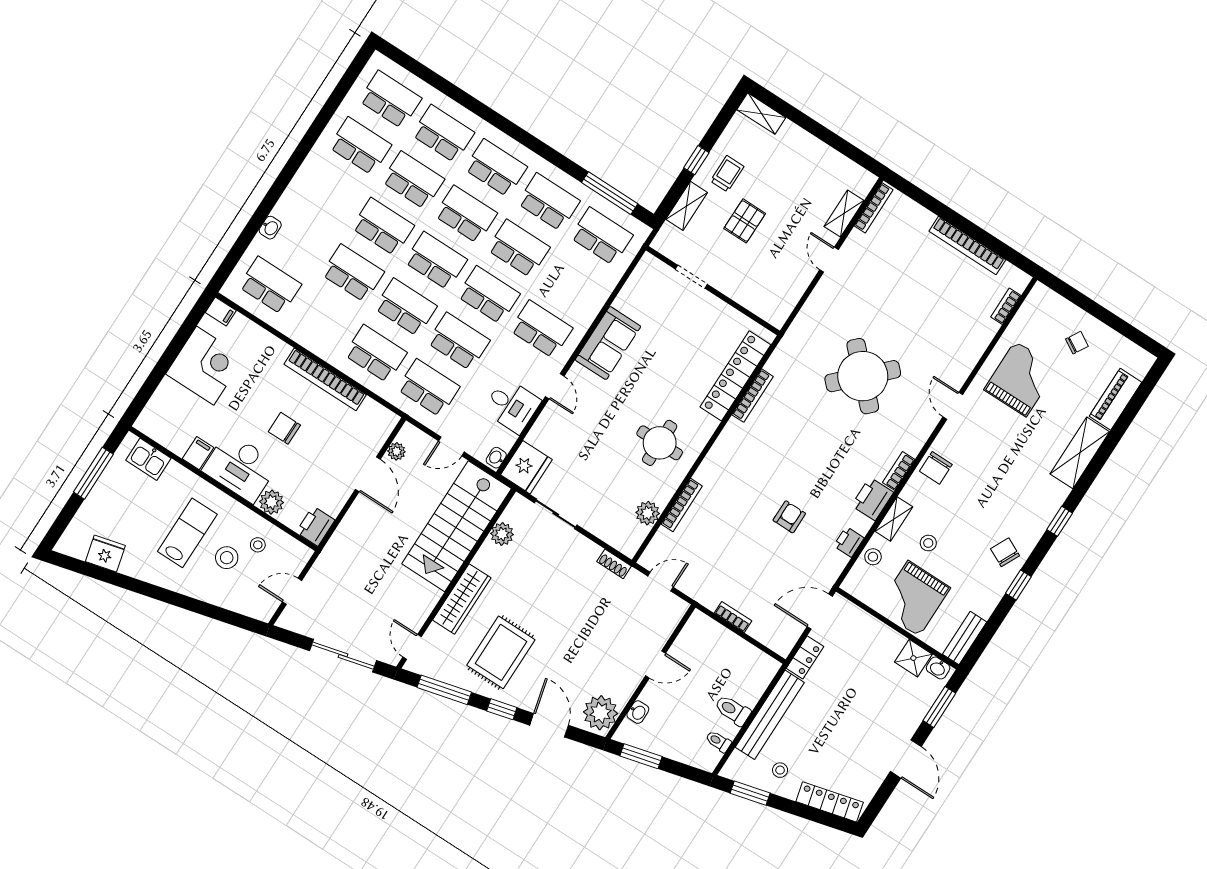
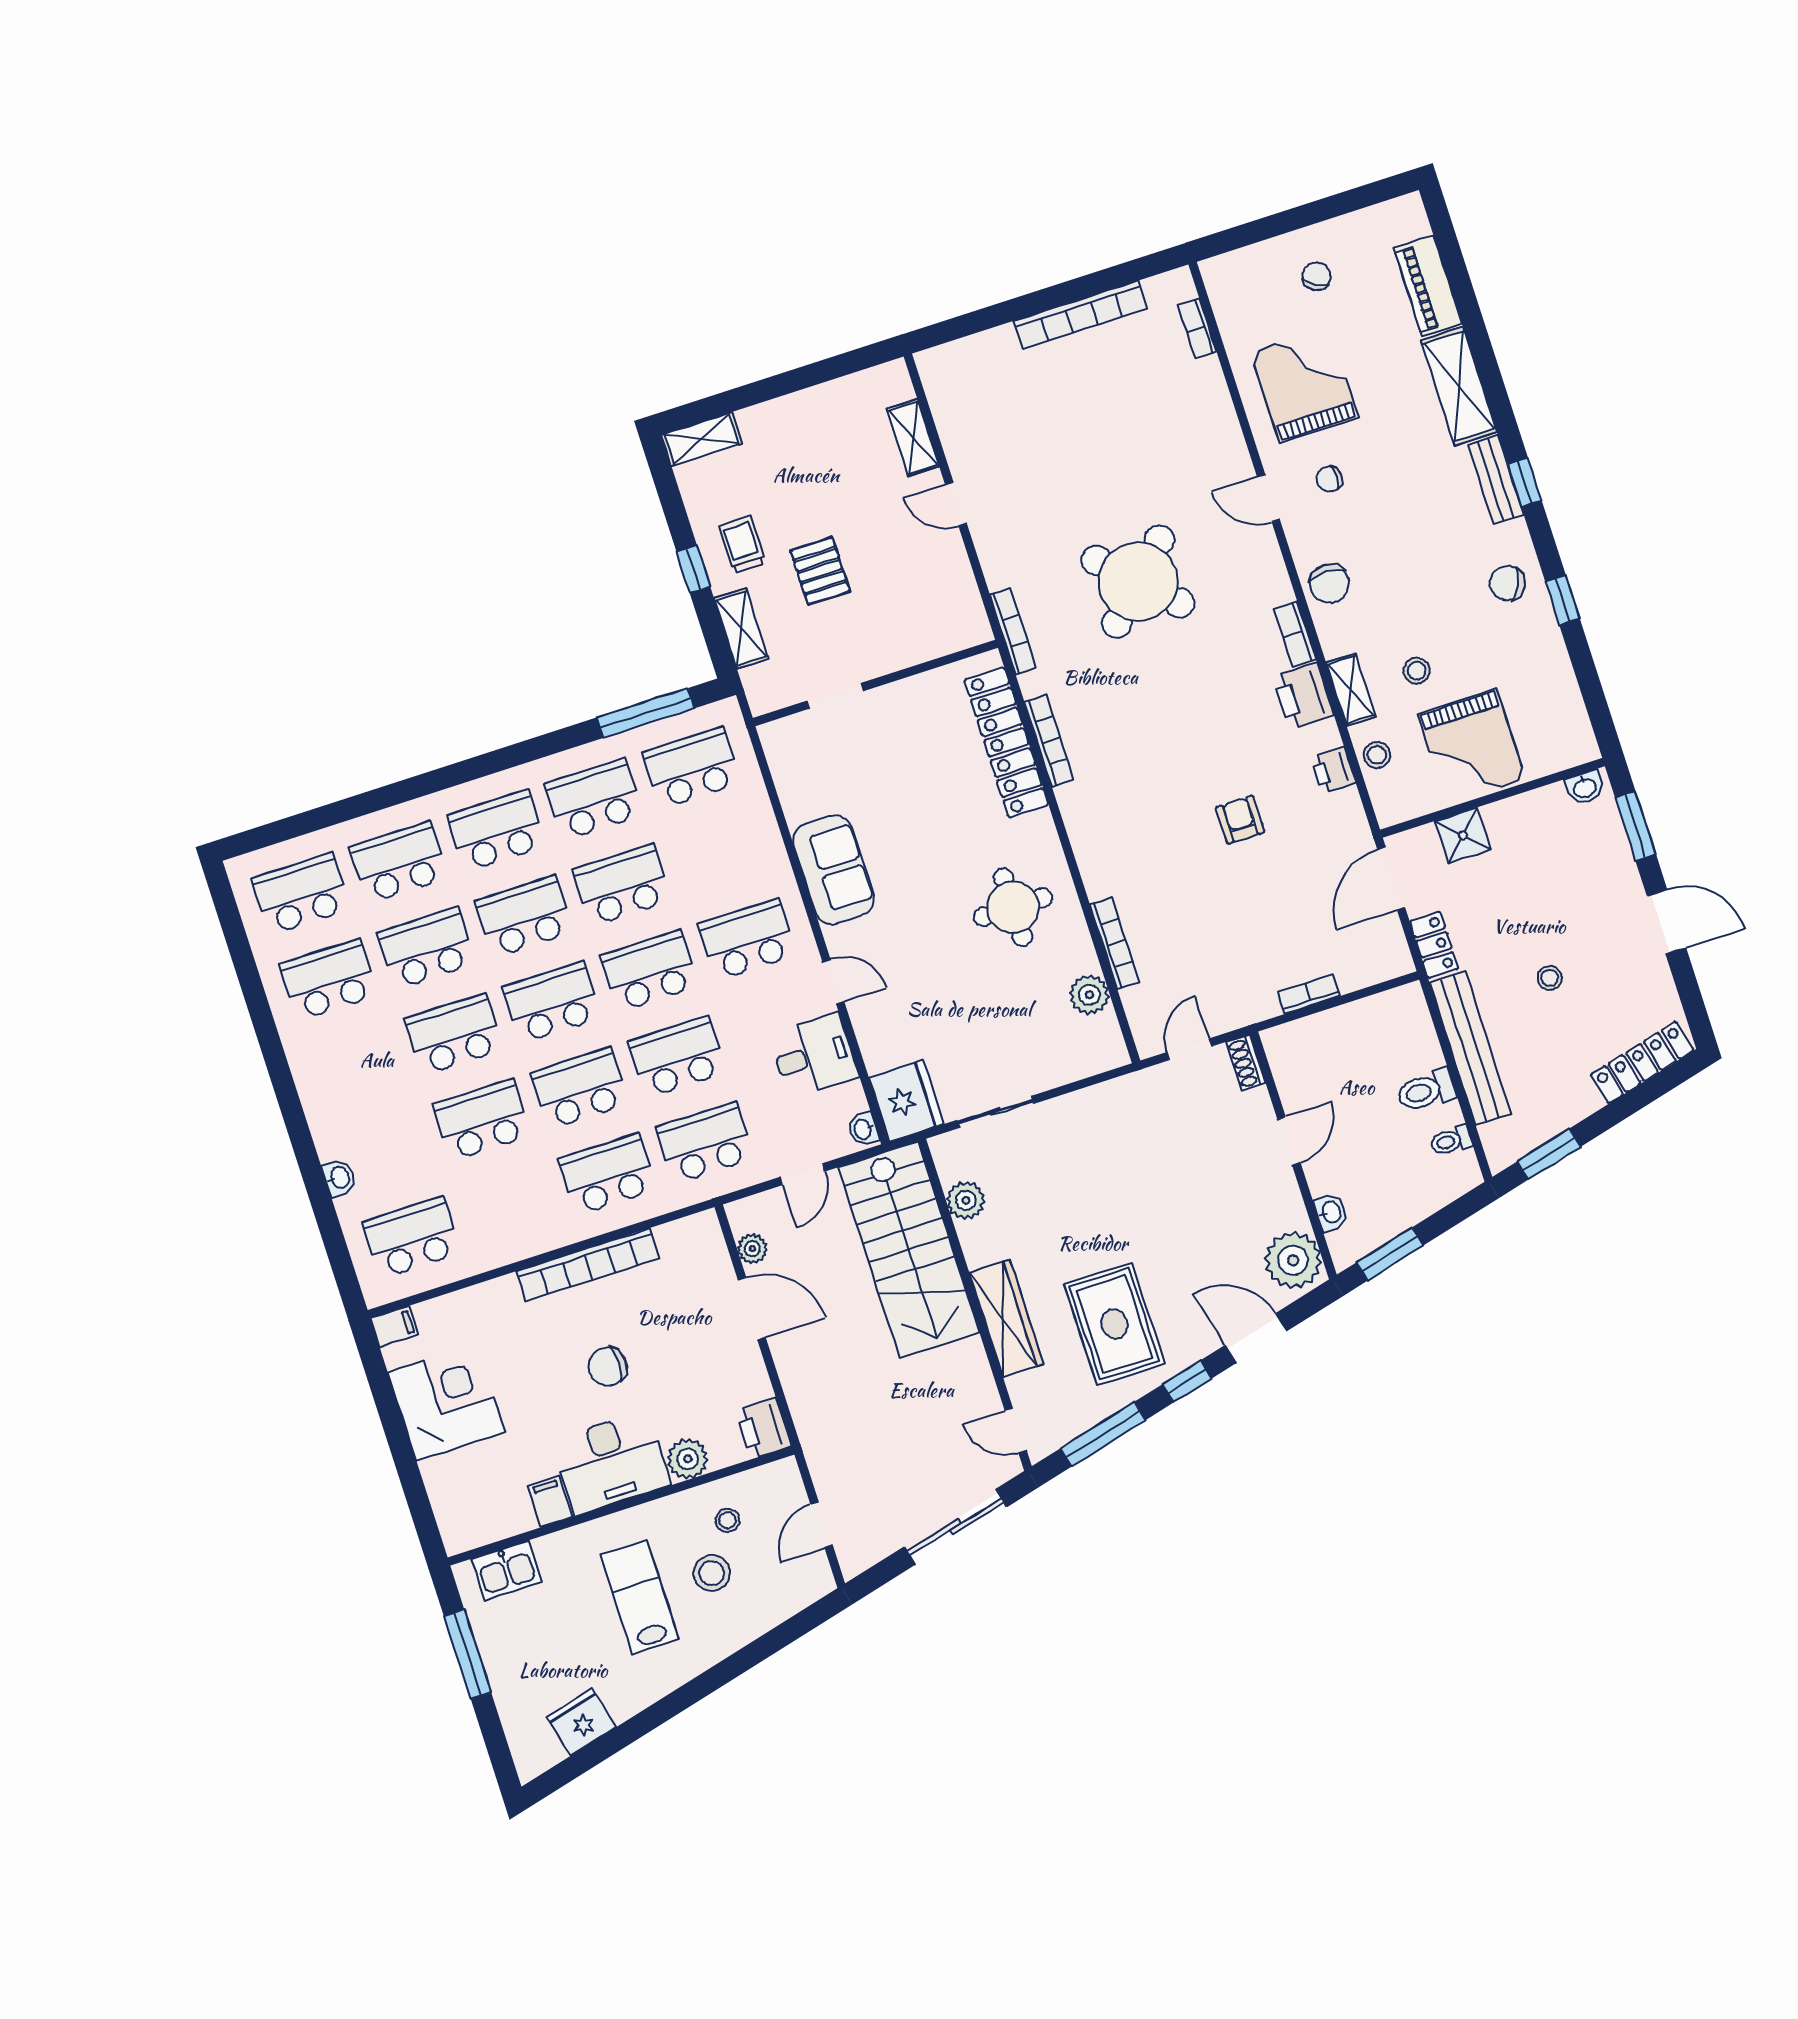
bookcase: (874, 208) -> (1013, 631), moved
chair: (986, 427) -> (1329, 479), added
shoe rack: (614, 564) -> (1246, 1062), moved, turned 90
bench: (965, 638) -> (1496, 480), moved
shower: (913, 658) -> (1463, 835), moved
stool: (780, 770) -> (1550, 978), moved

